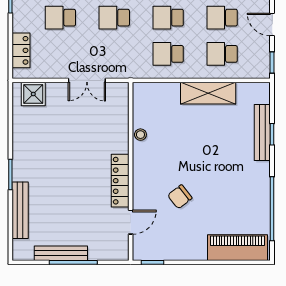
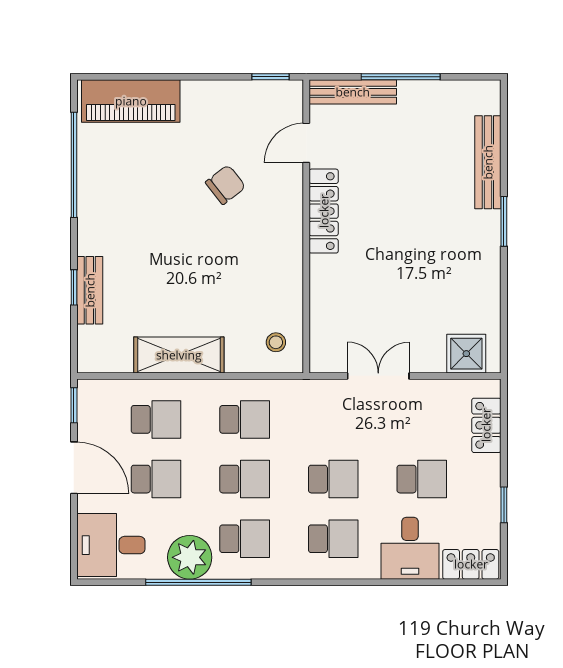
door: (272, 24) -> (74, 468), width x1.38
bench: (262, 133) -> (90, 290), width x0.73
stool: (140, 135) -> (276, 342), moved
bench: (61, 253) -> (353, 92), moved

